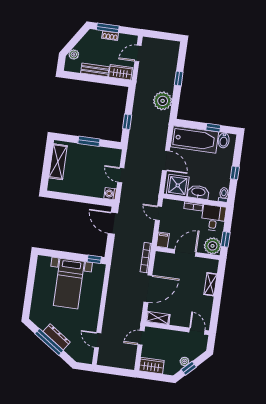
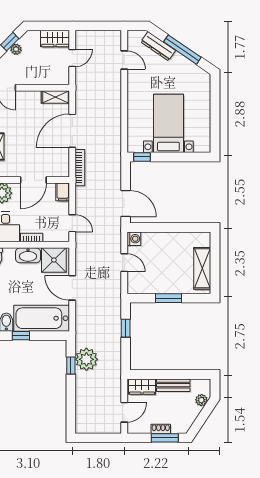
window: (179, 78) -> (71, 366), moved
dresser: (57, 337) -> (158, 46), moved
door: (141, 338) -> (72, 58), moved

